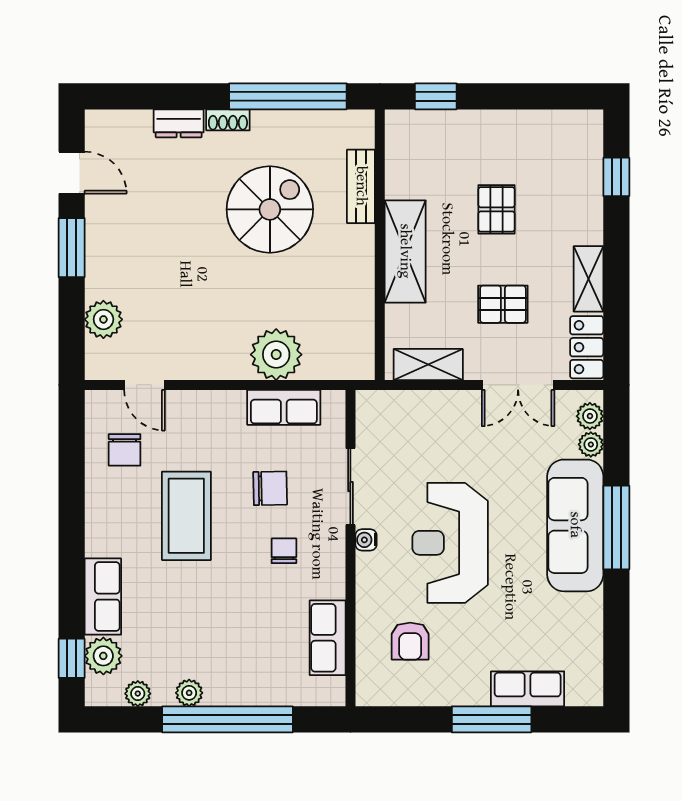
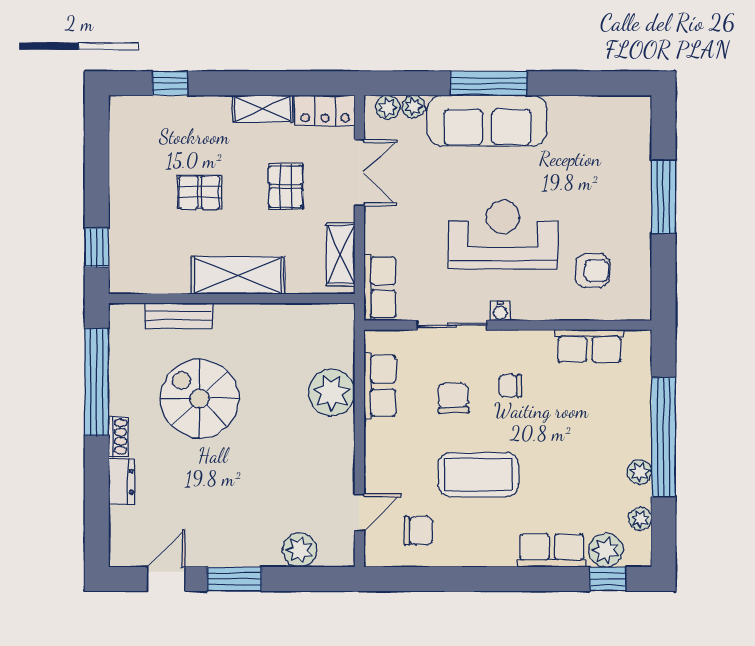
reception desk: (450, 543) -> (503, 235), turned 180
row of seats: (528, 689) -> (380, 287), moved, turned 180

